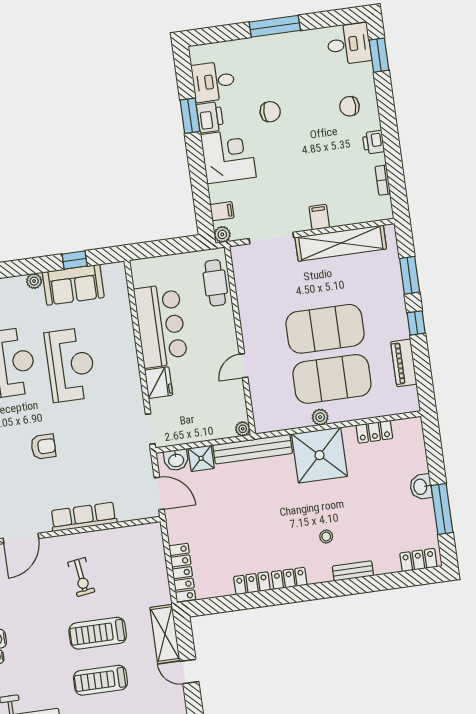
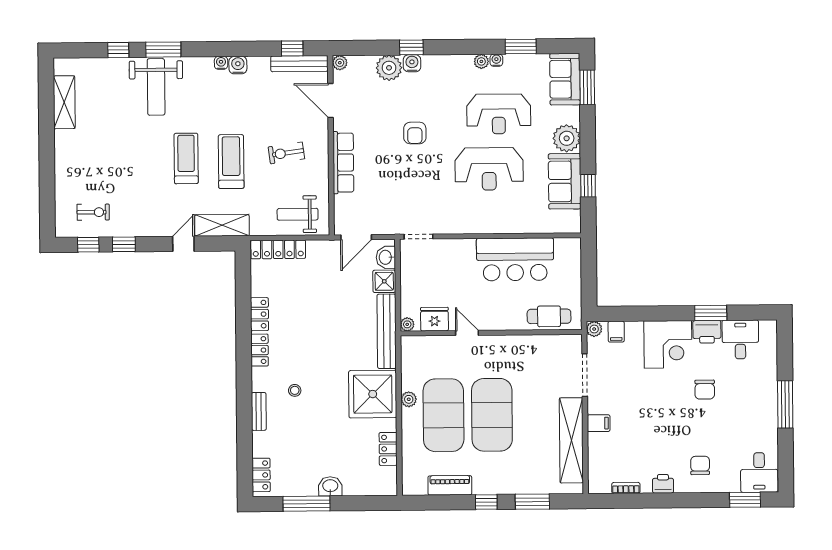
plant: (34, 281) -> (567, 138), width x1.87, depth x1.87
fridge: (159, 383) -> (434, 319), moved, turned 180
weight bench: (143, 557) -> (298, 214), added

